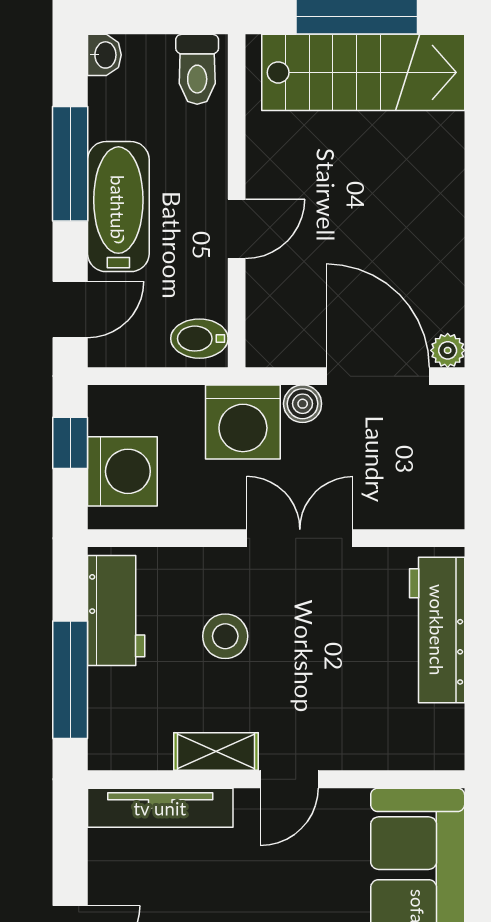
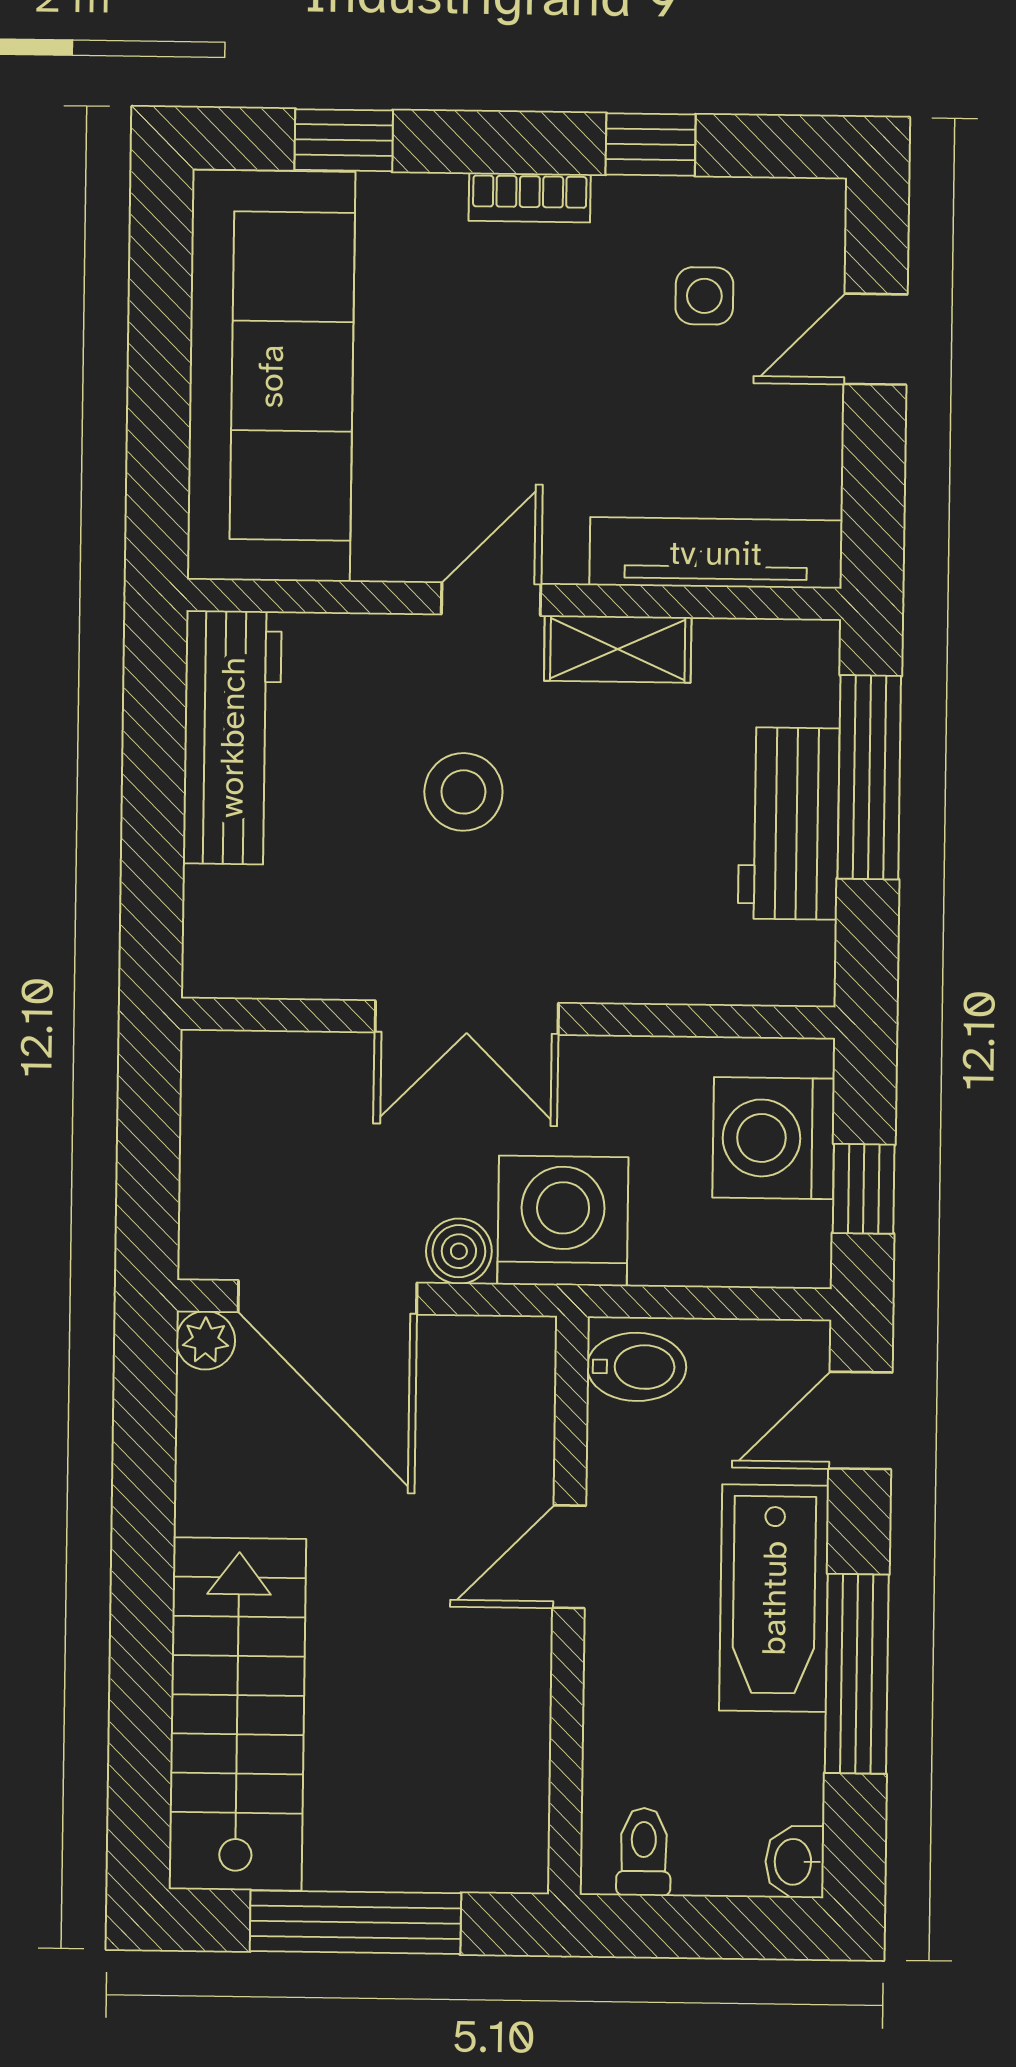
toilet: (197, 69) -> (644, 1852), width x0.73, depth x0.72
stairs: (363, 72) -> (237, 1714), moved, turned 90
workbench: (116, 611) -> (789, 823), moved
workbench: (437, 630) -> (232, 737), moved
stool: (225, 636) -> (463, 792), moved

